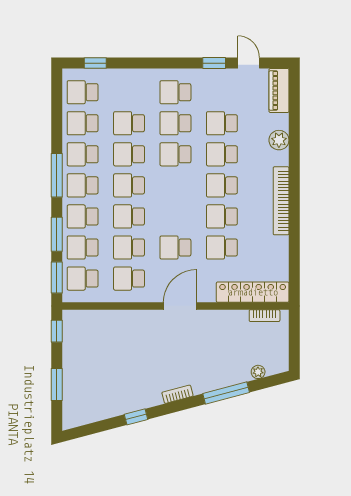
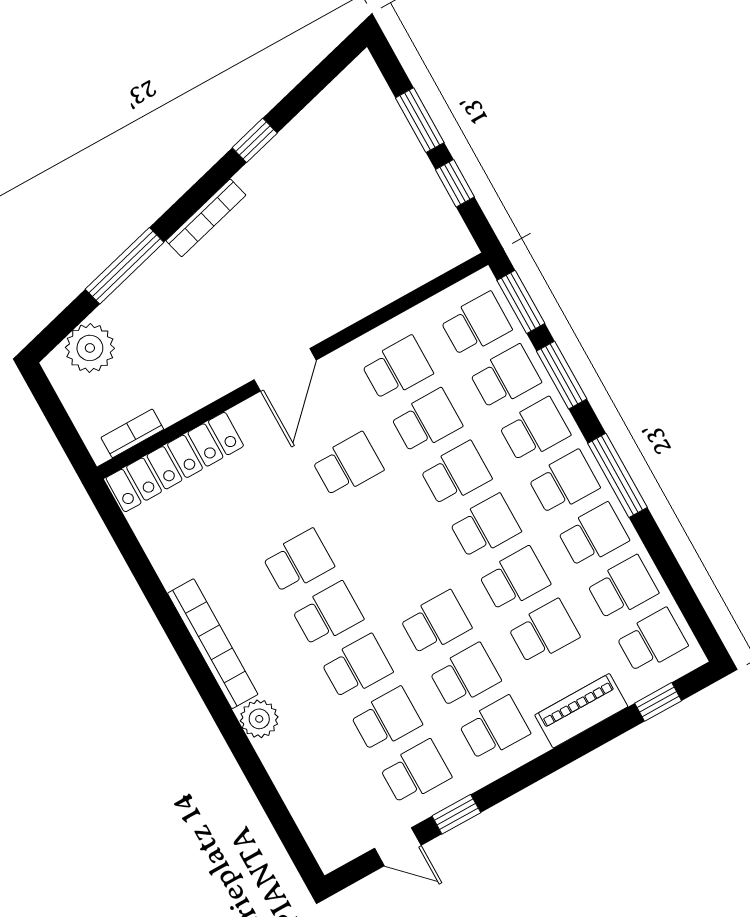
piano: (279, 91) -> (581, 711), moved, turned -90
plant: (279, 140) -> (259, 719), moved
school desk: (222, 248) -> (416, 772), moved
window: (57, 331) -> (455, 183), moved
plant: (258, 372) -> (90, 348), width x1.88, depth x1.88
bookcase: (177, 394) -> (206, 218), width x1.56

